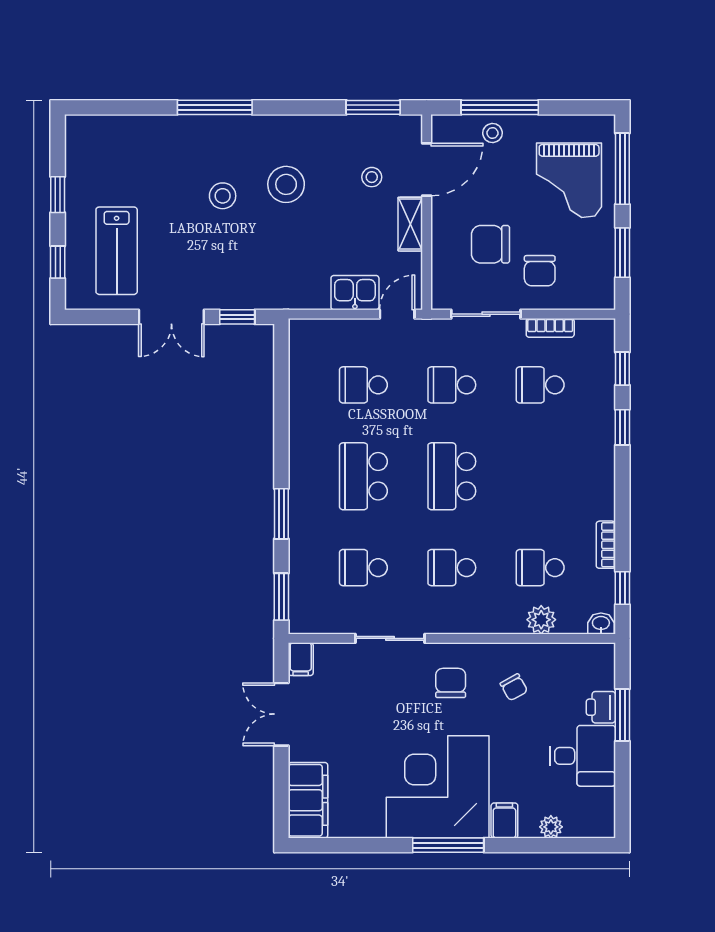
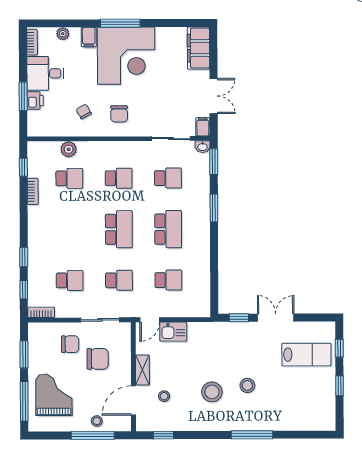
window: (373, 107) -> (163, 435), width x0.67
lab bench: (117, 251) -> (306, 355), turned 90
chair: (540, 271) -> (70, 344), turned 90
bookcase: (550, 328) -> (41, 312), moved
washbasin: (601, 624) -> (203, 147), moved
sliding door: (390, 638) -> (171, 139), moved
bookcase: (606, 812) -> (32, 42), added

